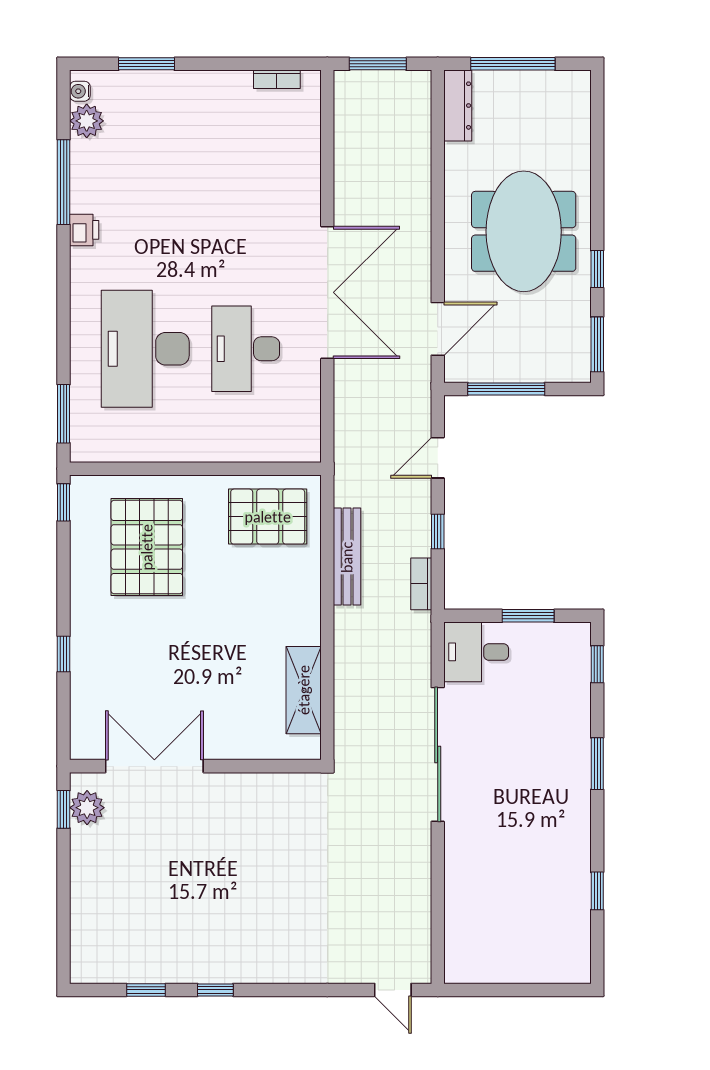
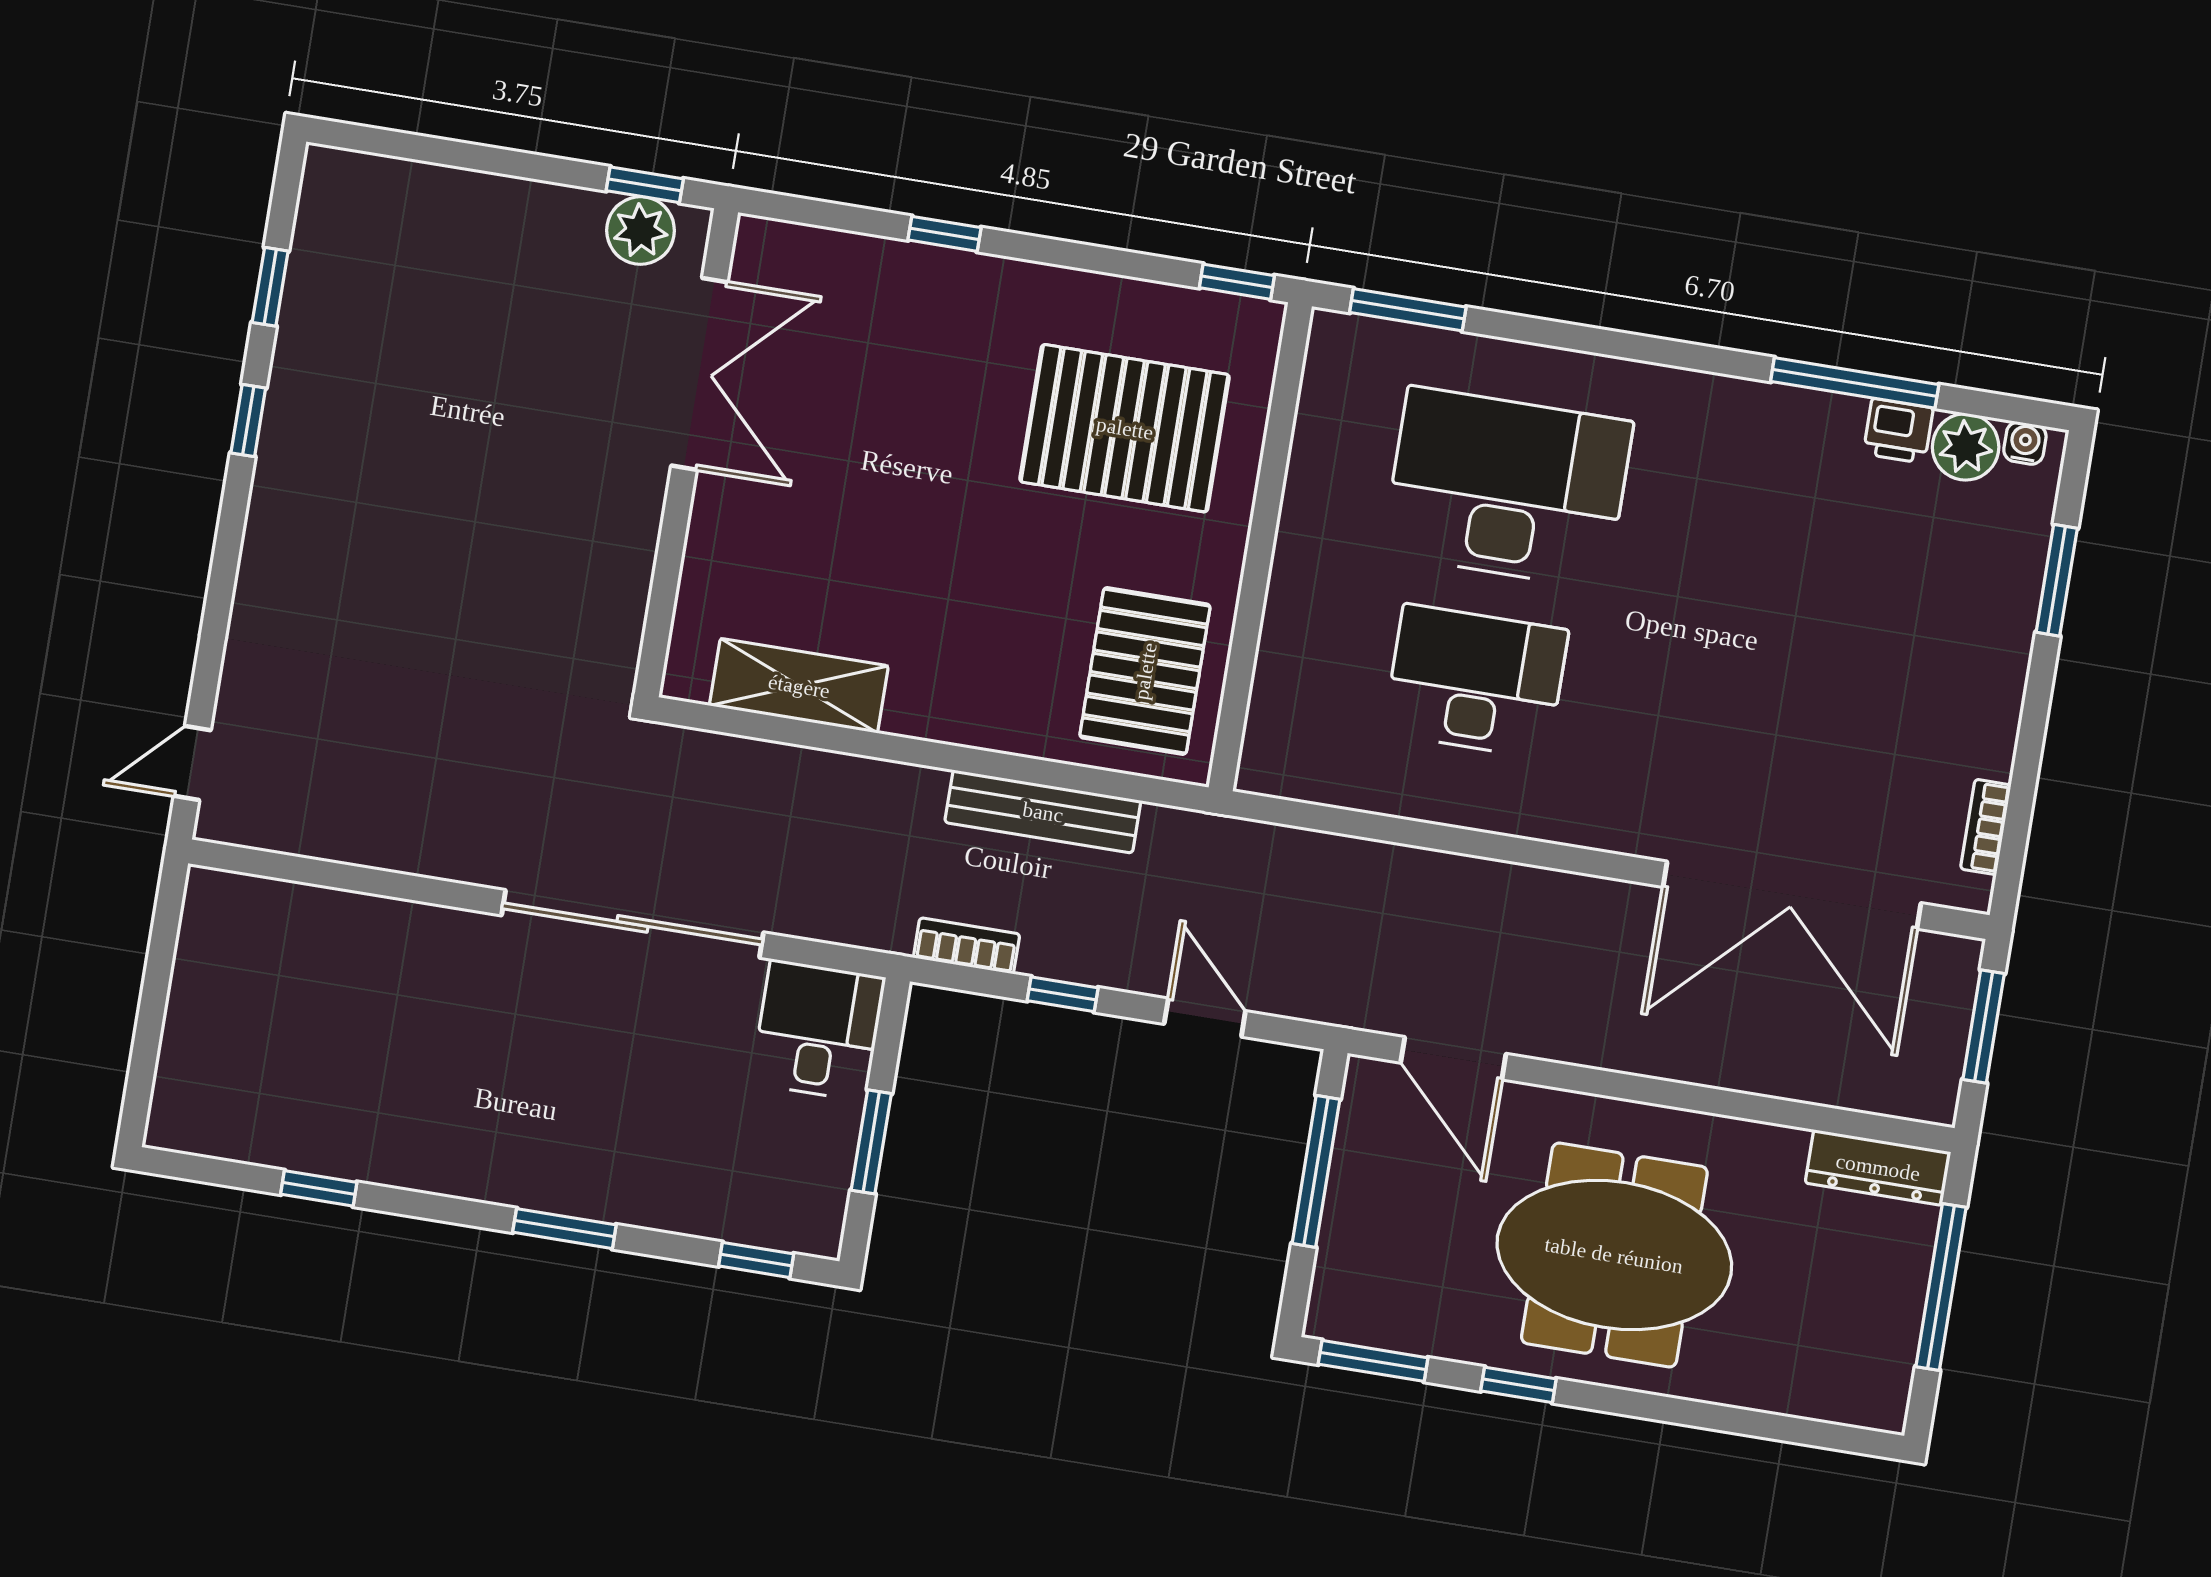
printer: (84, 230) -> (1898, 431), moved
double door: (327, 292) -> (1792, 895), moved

